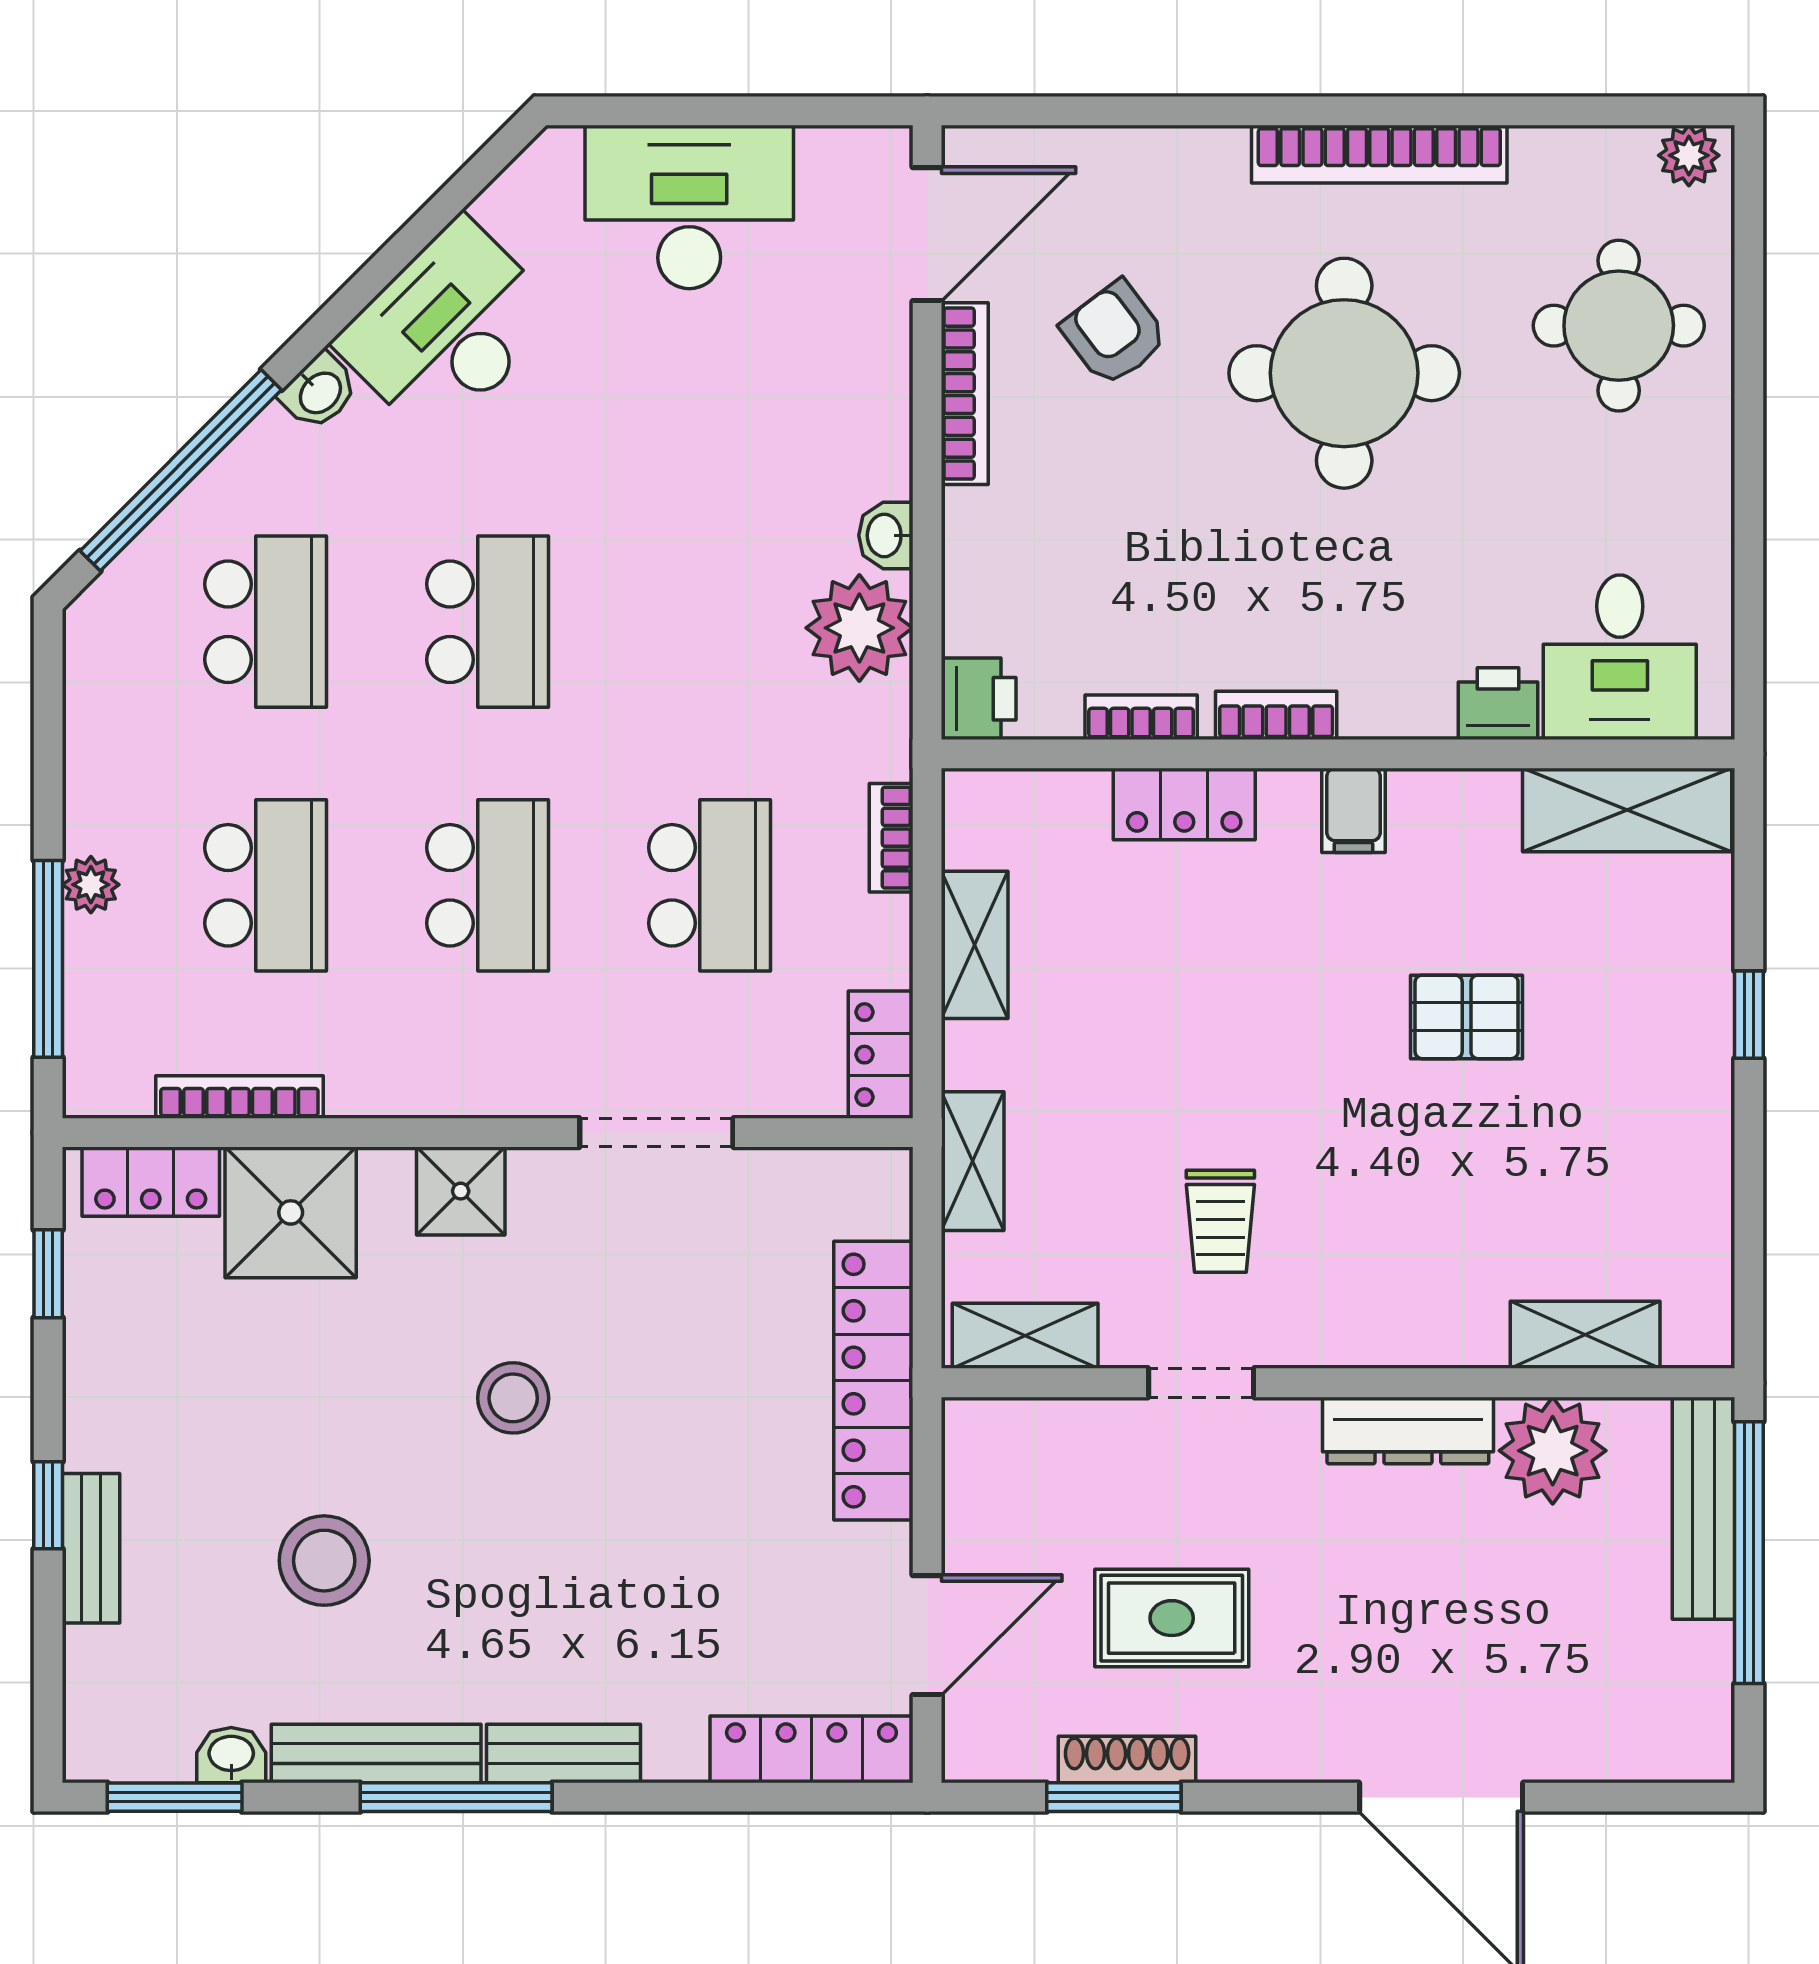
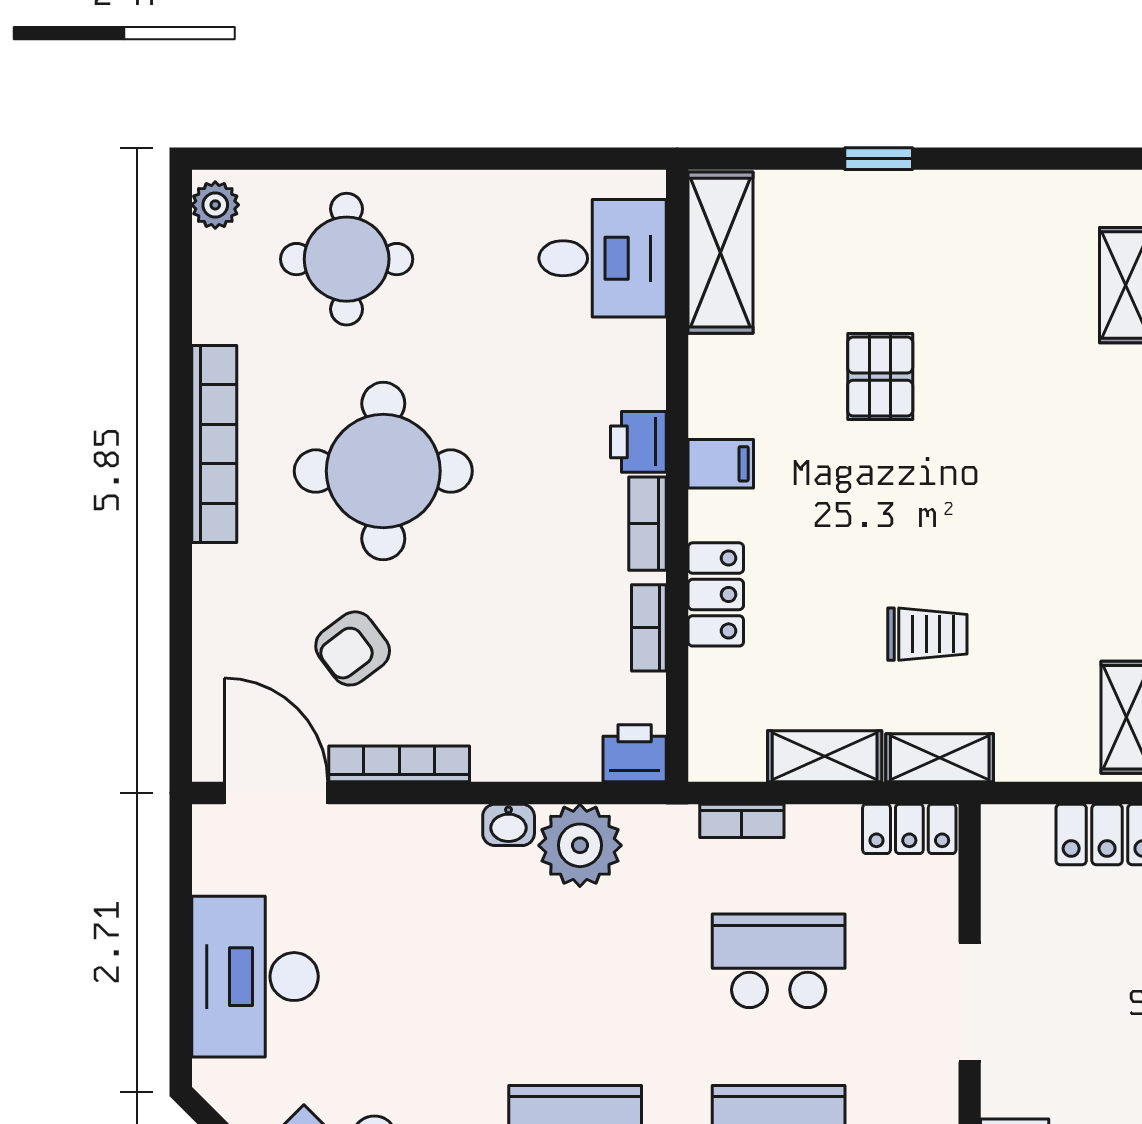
printer: (1498, 704) -> (638, 442), moved
shelving: (973, 1161) -> (940, 758), moved
trolley: (1220, 1221) -> (927, 634), moved

